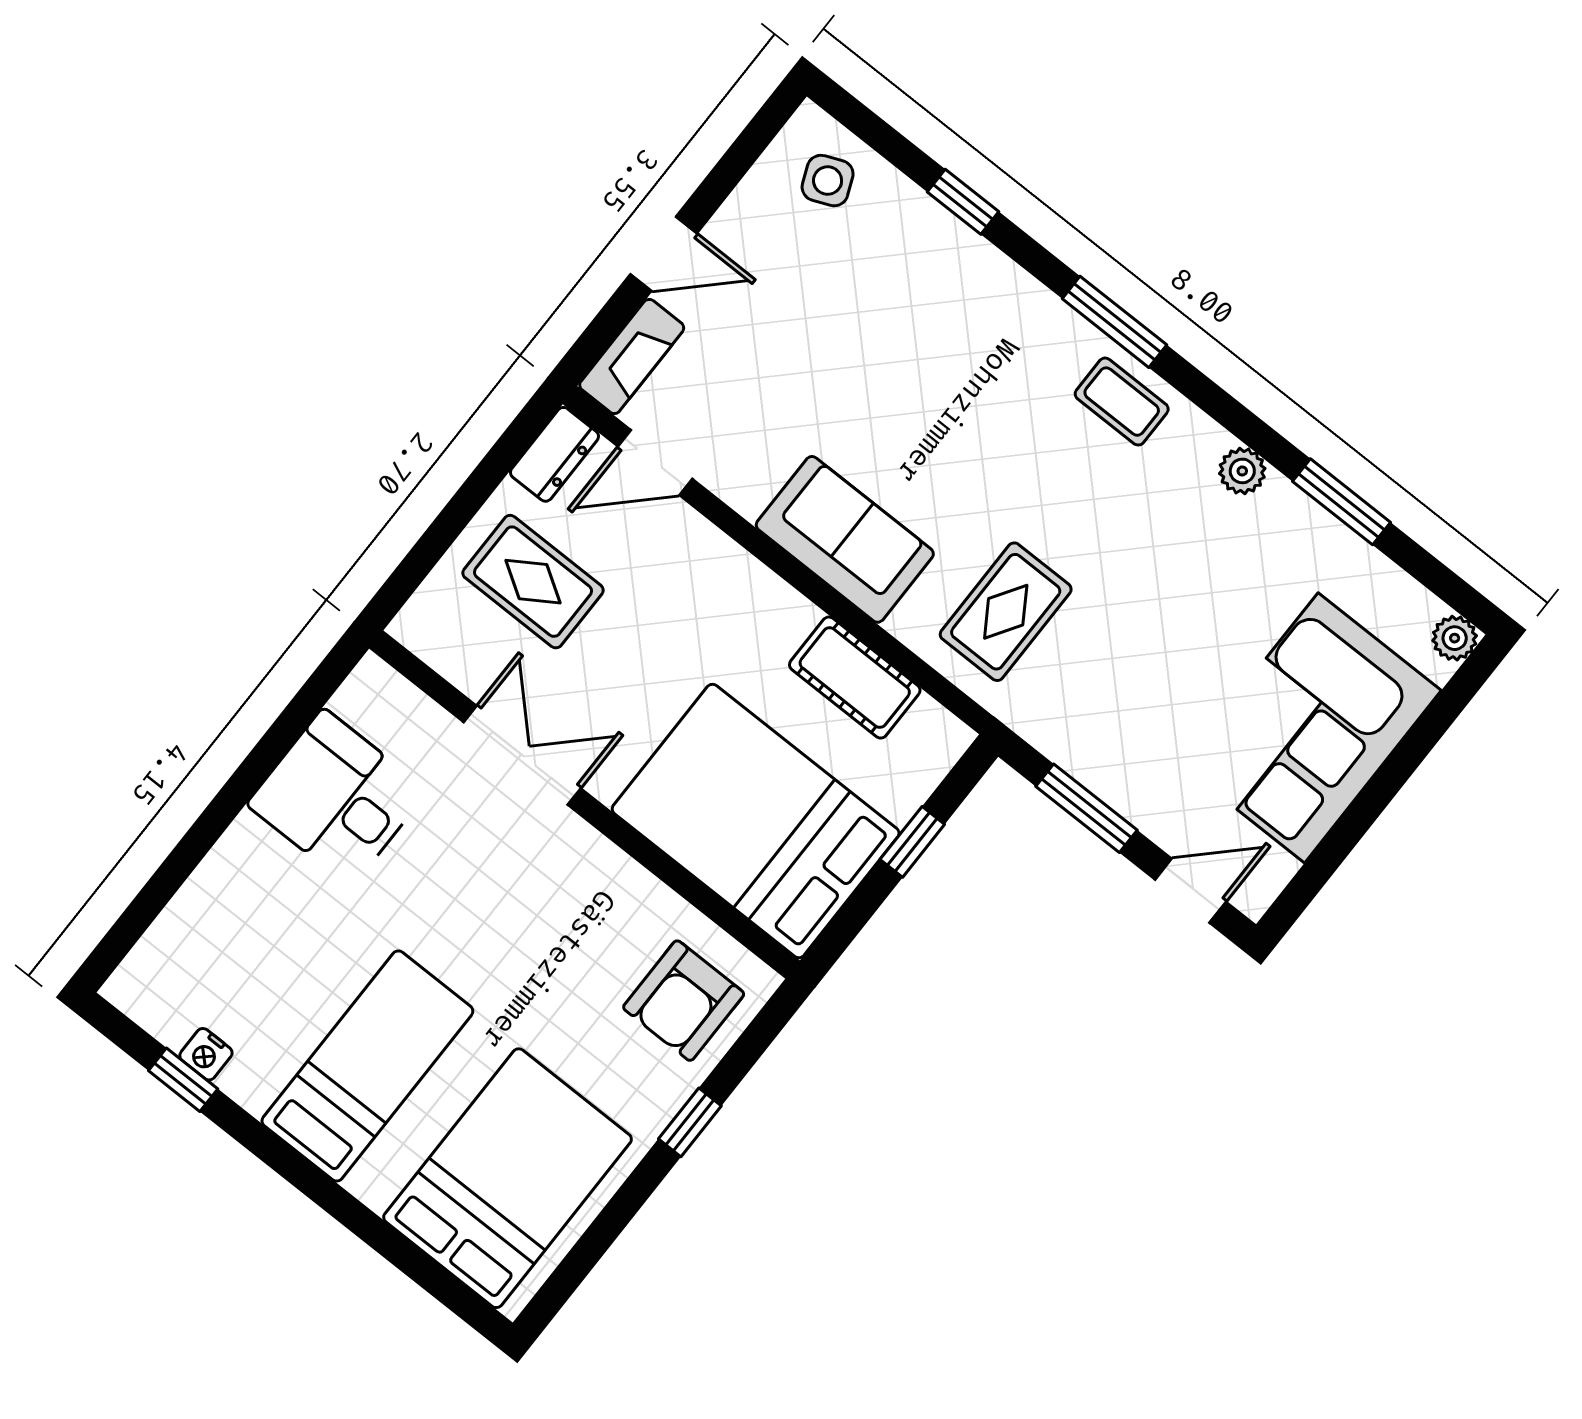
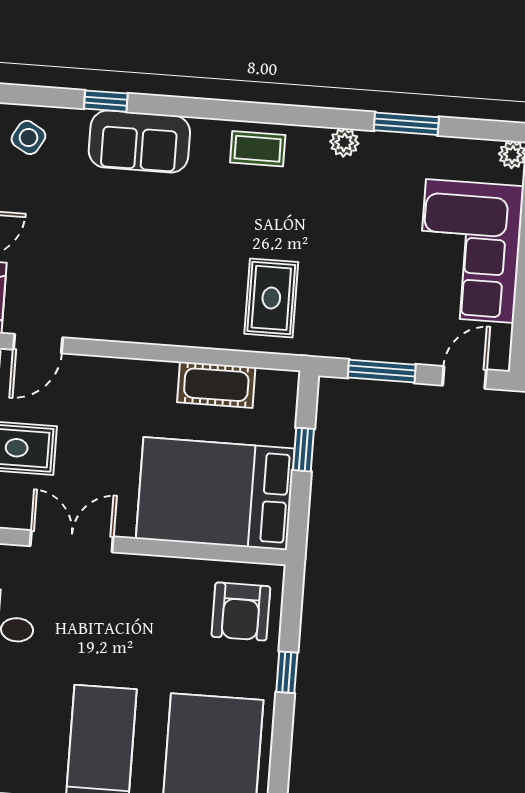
side table: (828, 181) -> (28, 137), turned -37
window: (1114, 322) -> (226, 110), removed
sofa: (845, 539) -> (139, 141), moved, turned 180

